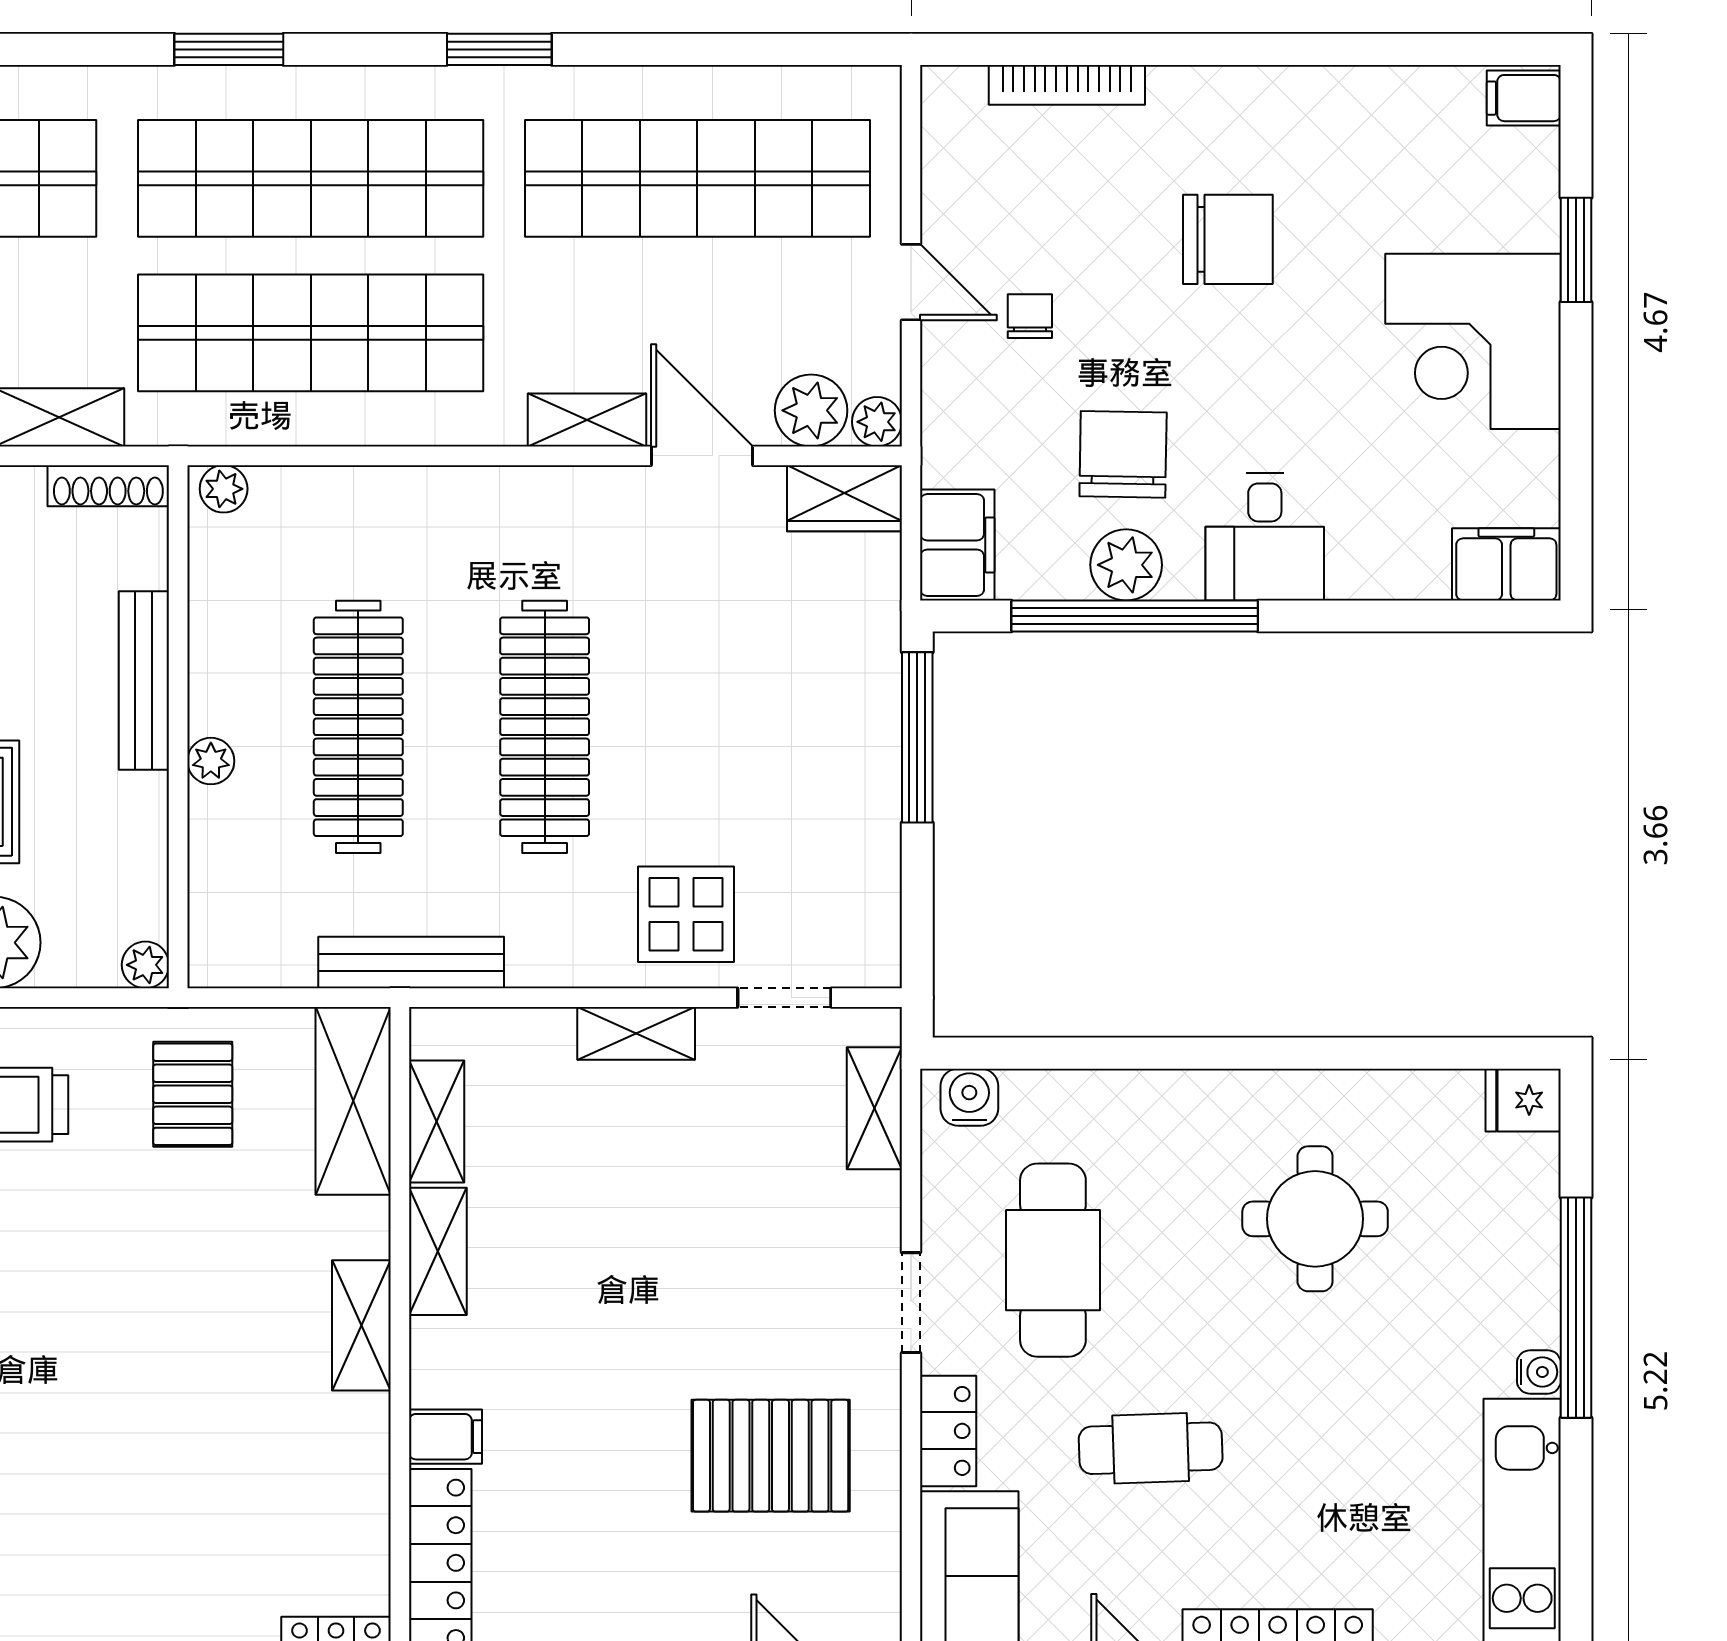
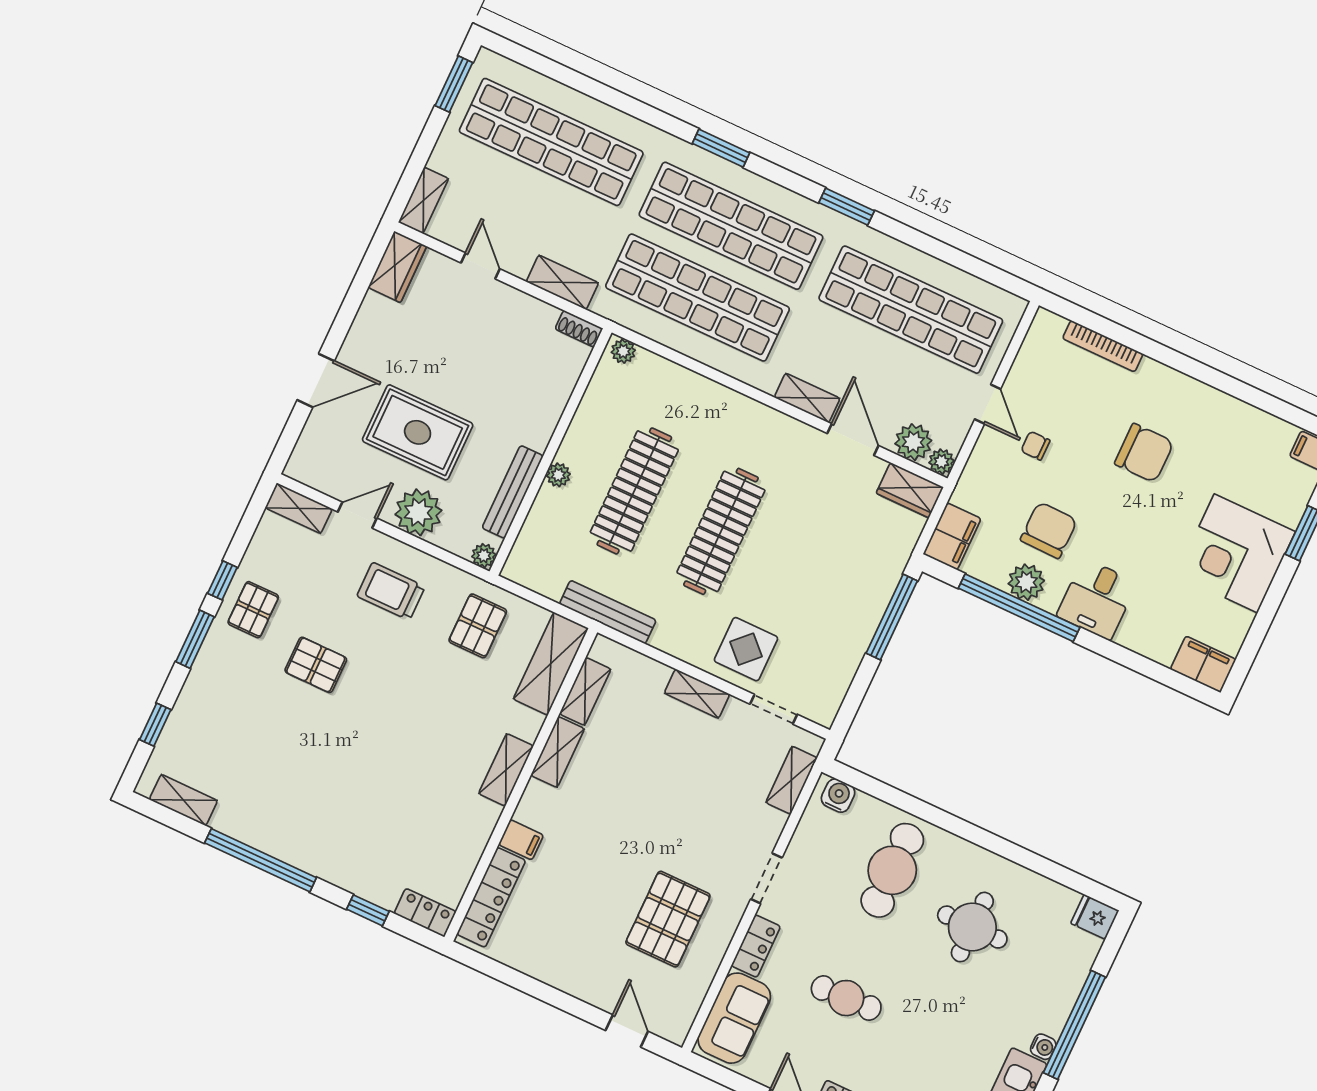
chair: (1030, 316) -> (1035, 446), turned -90
shoe rack: (108, 486) -> (579, 329), width x0.70
bench: (144, 681) -> (513, 492), moved
cafe table: (1053, 1260) -> (892, 870), moved
pallet: (771, 1456) -> (668, 919), turned 90

